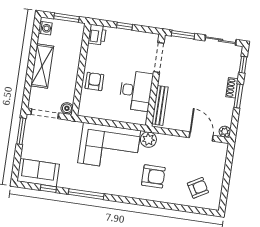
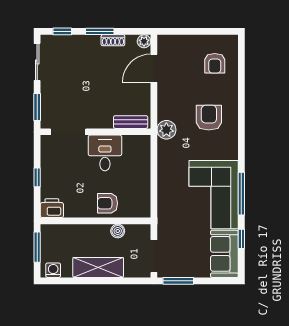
shoe rack: (232, 88) -> (113, 40), moved
desk: (136, 91) -> (105, 153), width x0.73
bench: (160, 105) -> (131, 122), width x0.73
boiler: (67, 108) -> (118, 231), moved
corner sofa: (109, 147) -> (214, 195), moved, turned 180
armchair: (198, 188) -> (215, 63), turned -150

